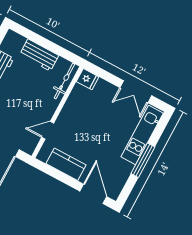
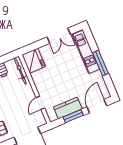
fridge: (88, 79) -> (34, 61), width x1.88, depth x1.34
window: (62, 177) -> (73, 116), added
door: (93, 194) -> (97, 106), hinge flipped

